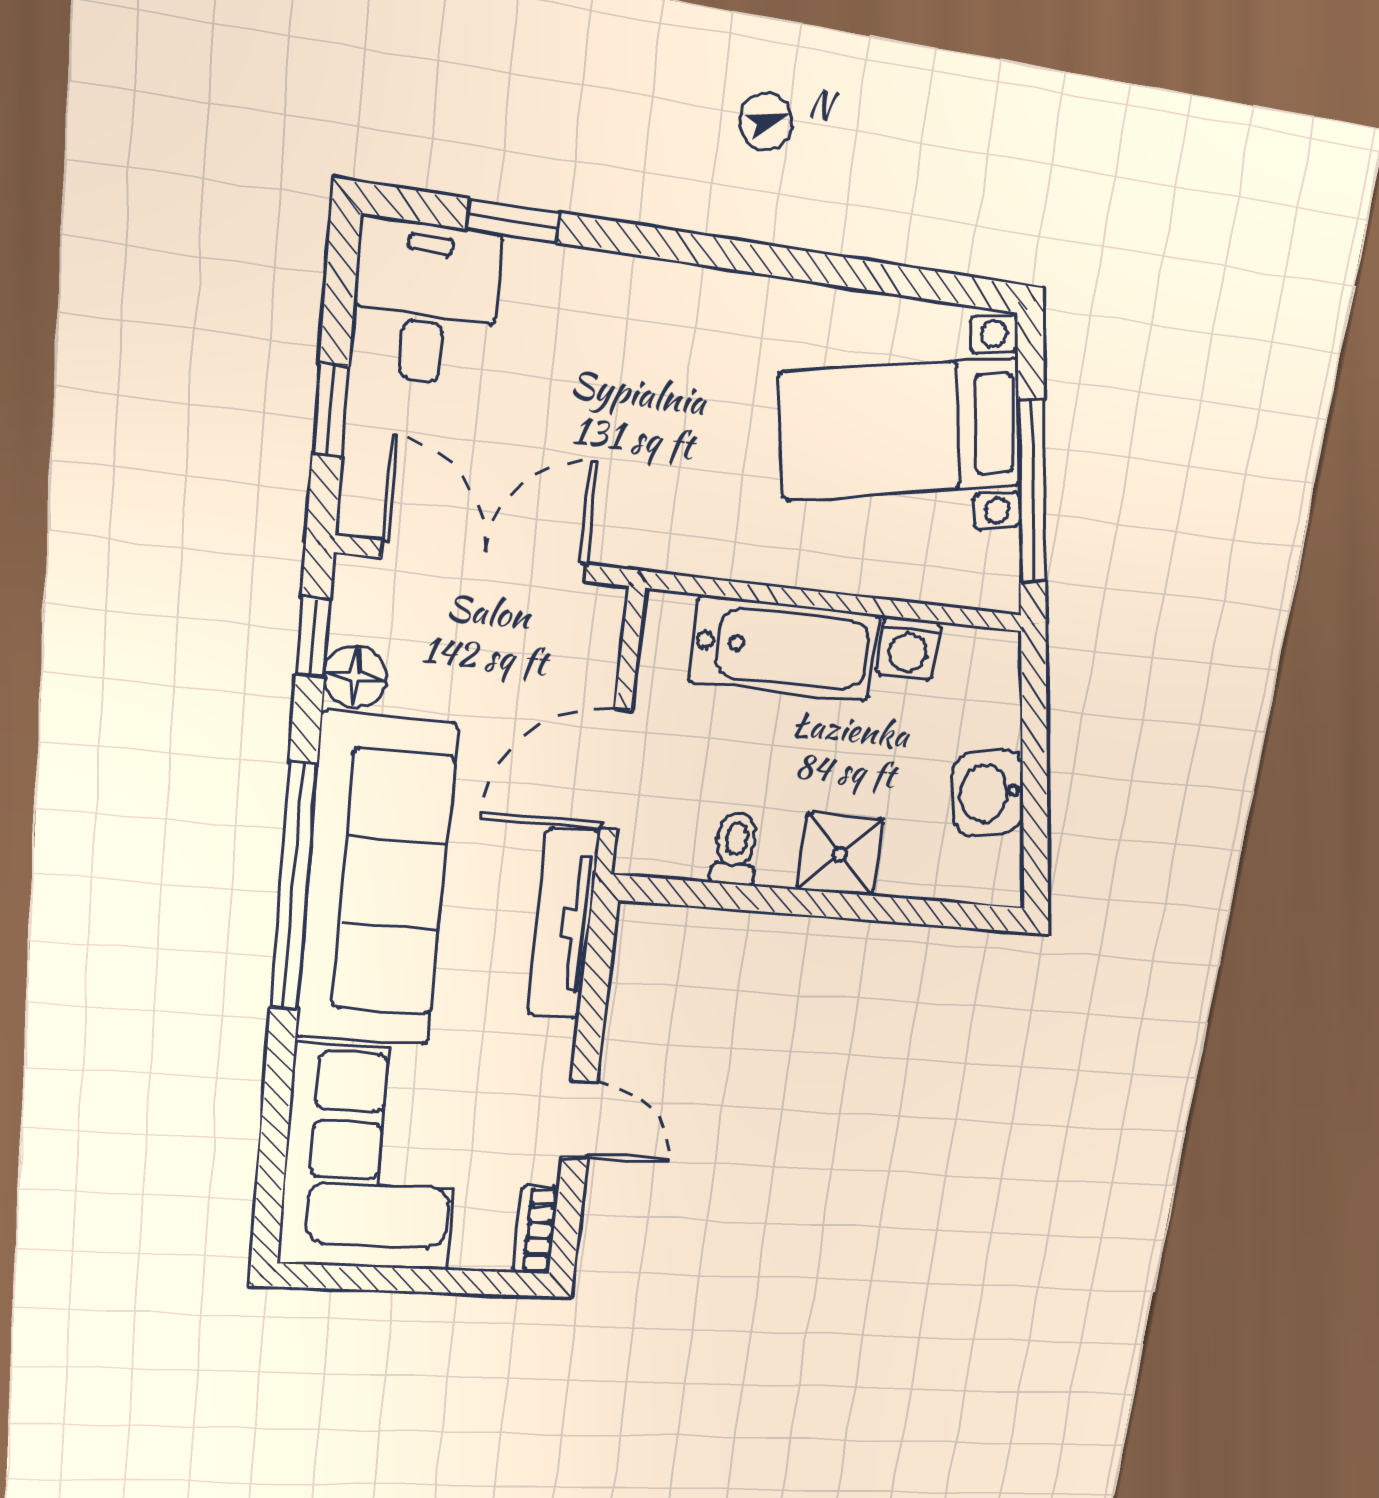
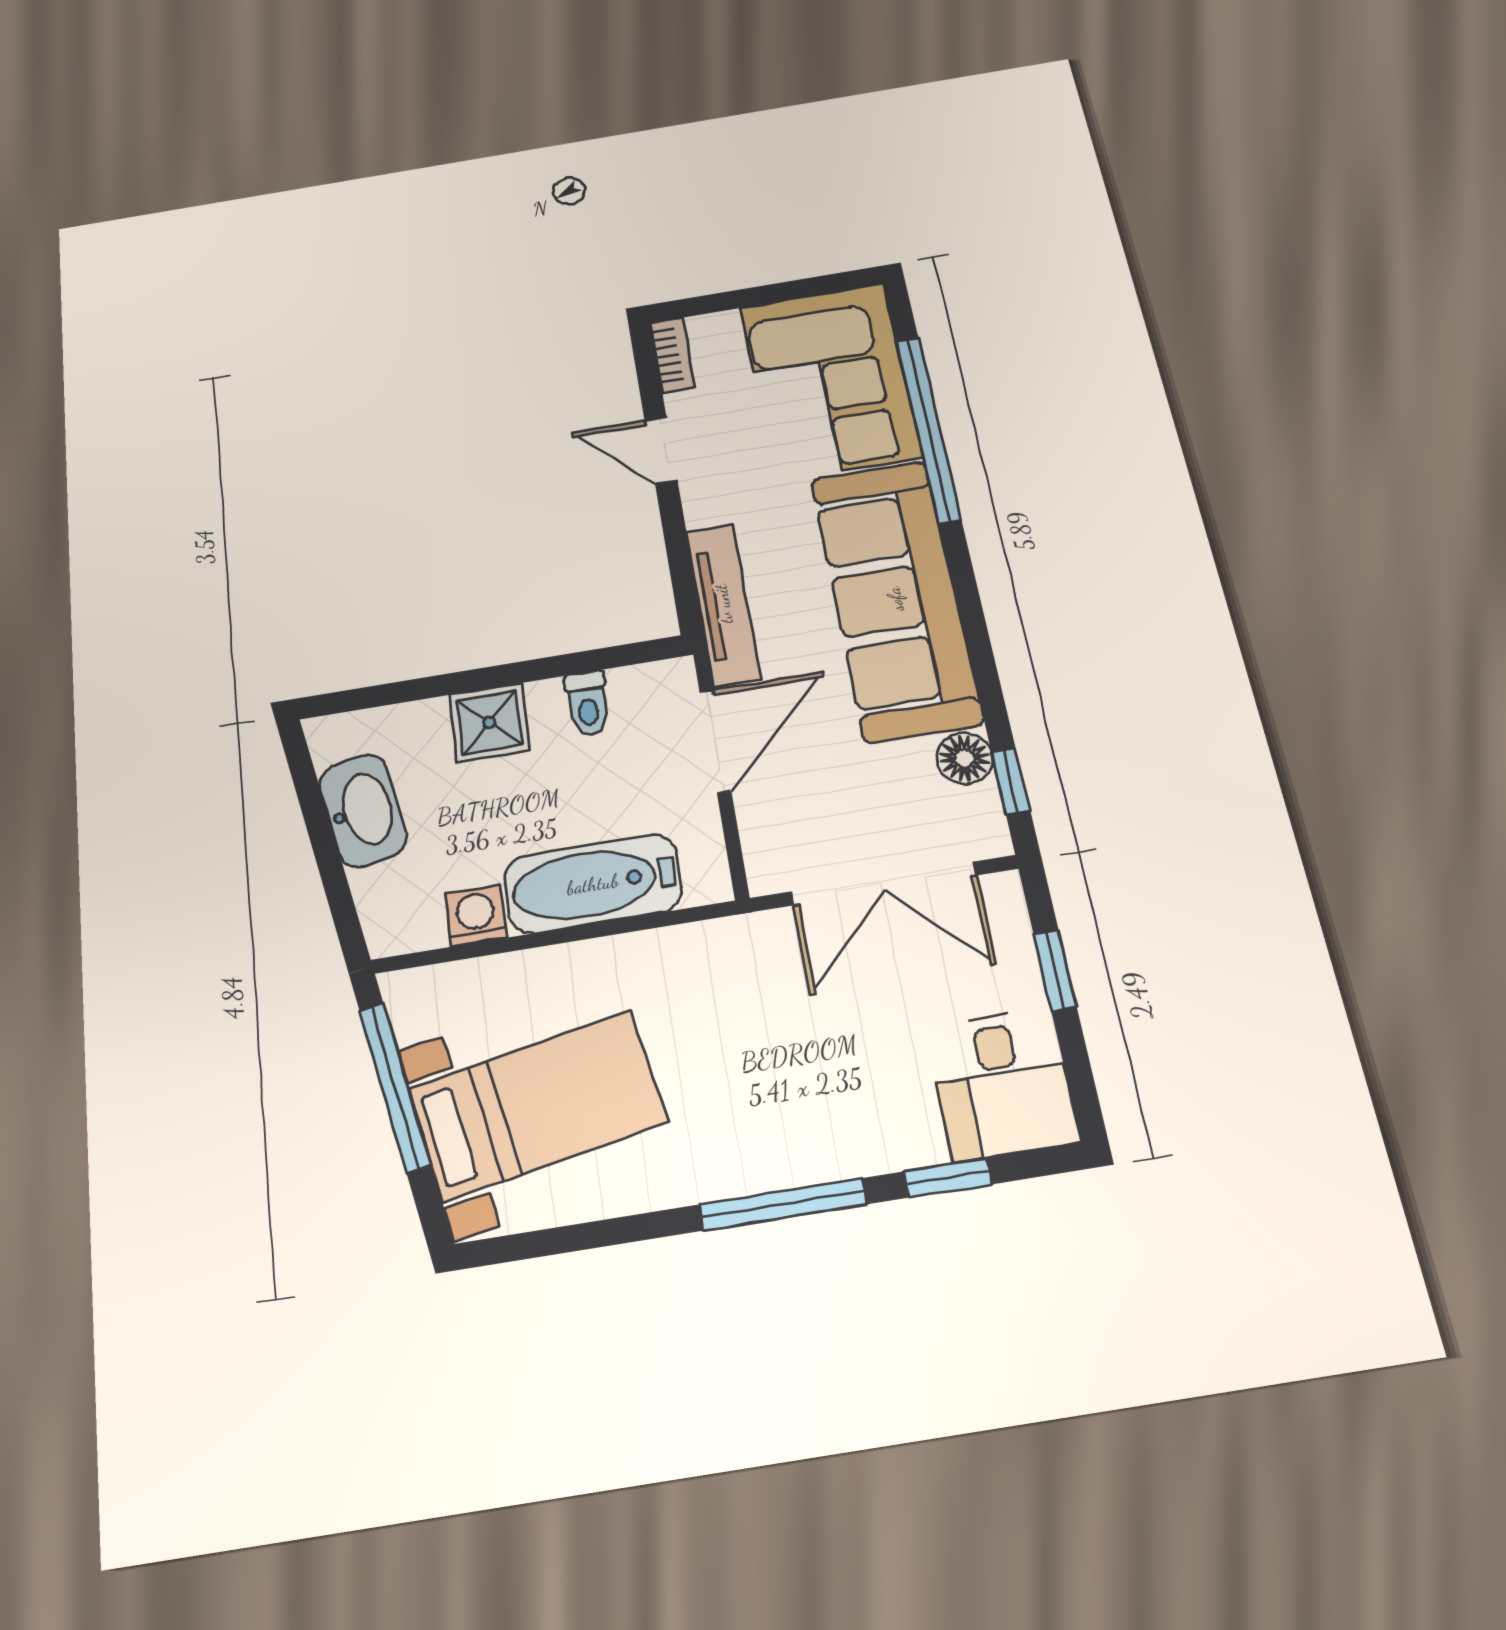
window: (689, 248) -> (783, 1204), added
washbasin: (988, 793) -> (363, 810), width x1.38
window: (293, 888) -> (928, 429), moved

